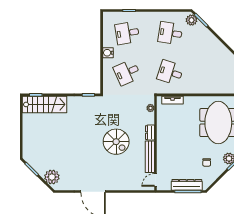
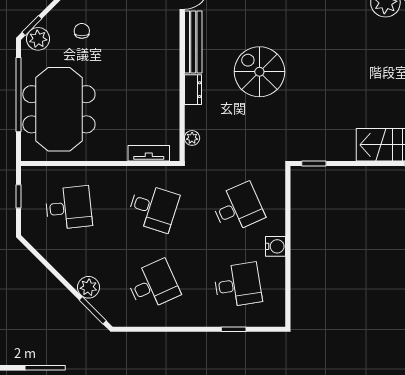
plant: (191, 20) -> (88, 287), moved
desk: (170, 33) -> (153, 285), turned -33
desk: (213, 72) -> (69, 208), added

